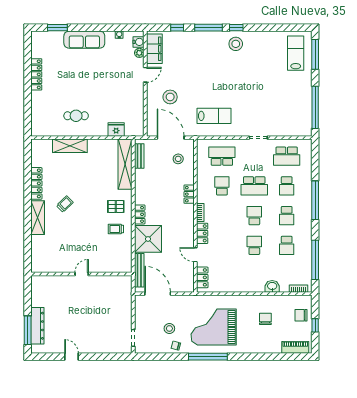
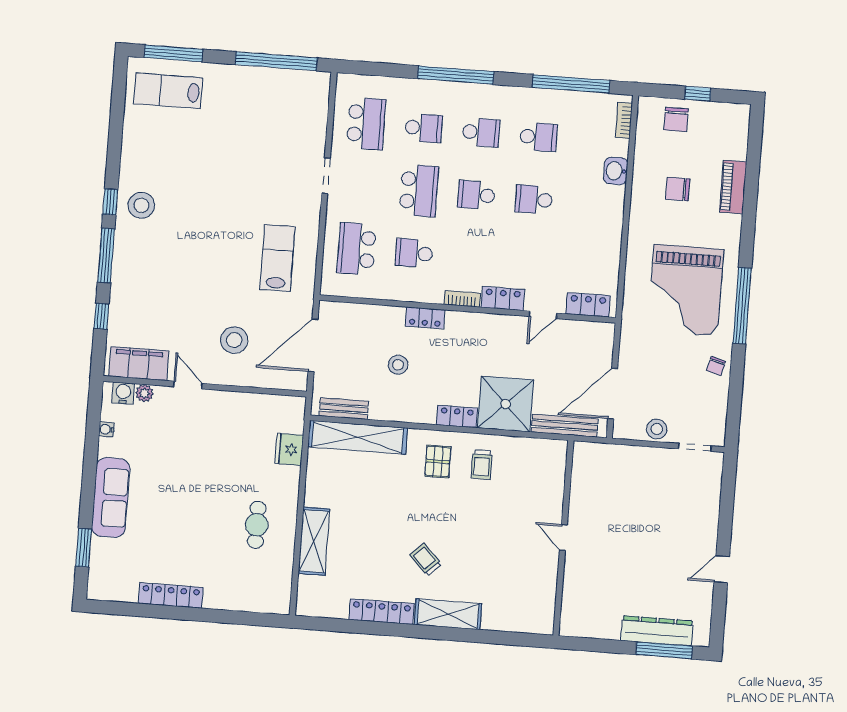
stool: (178, 159) -> (398, 365), moved
stool: (169, 328) -> (657, 429), moved
piano: (295, 347) -> (733, 187), moved

